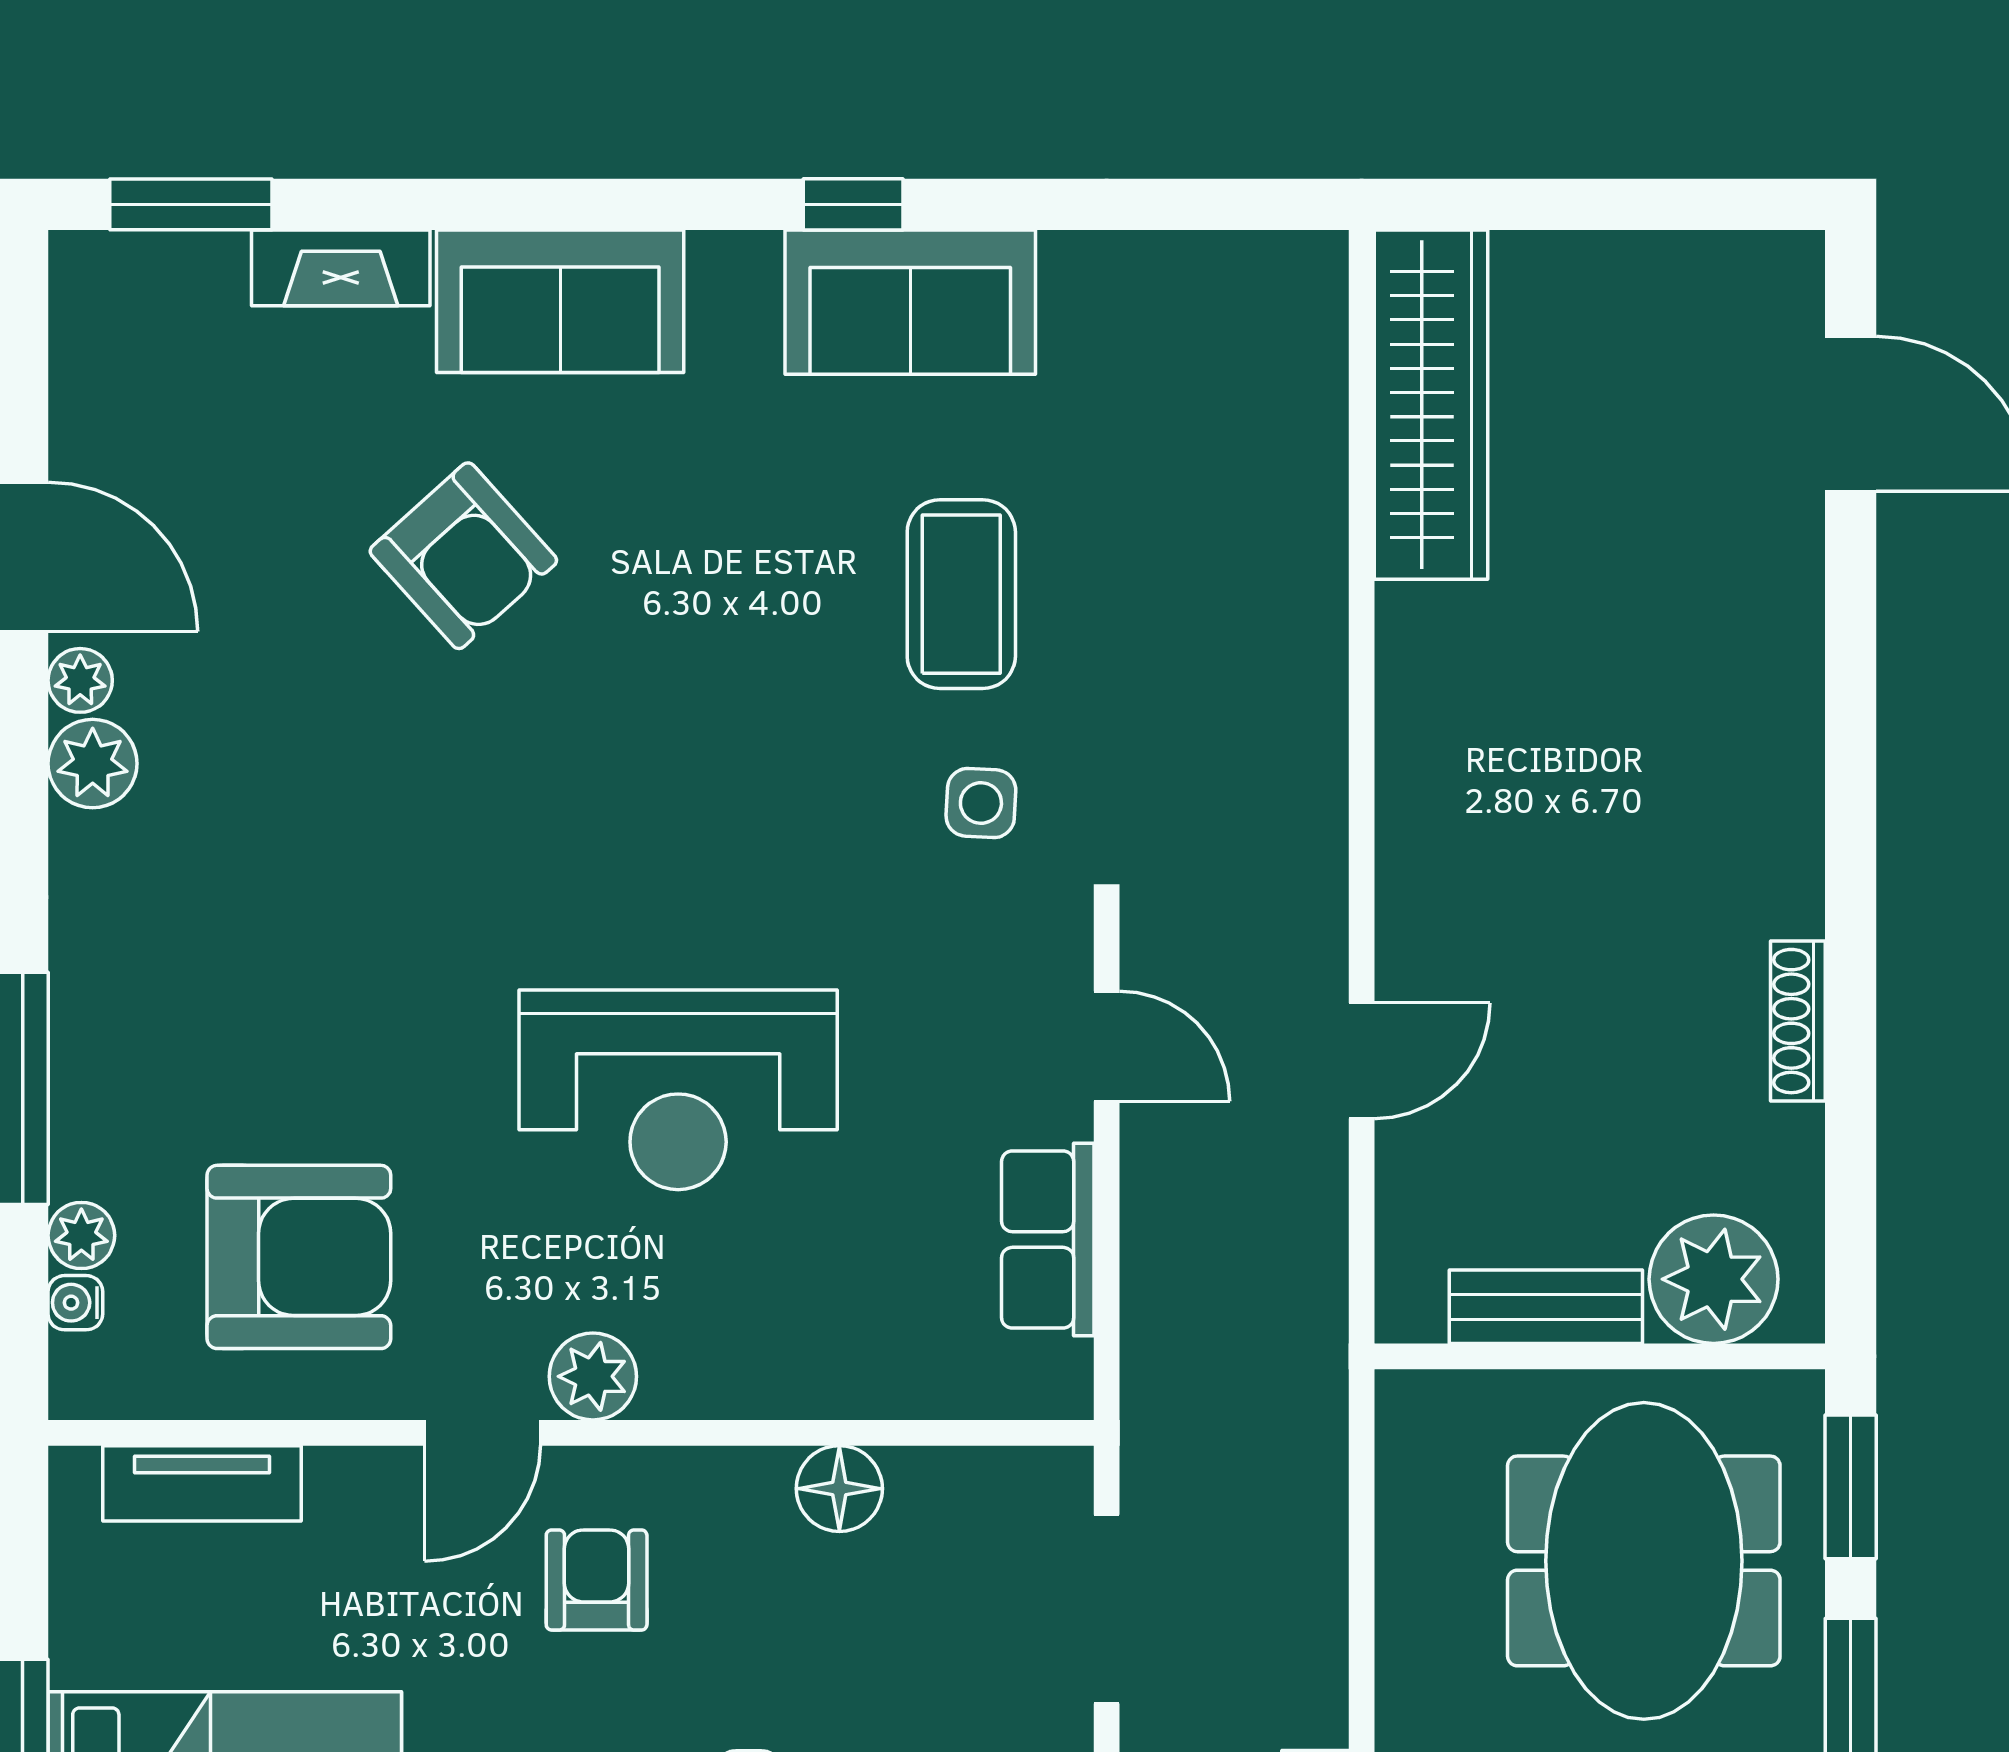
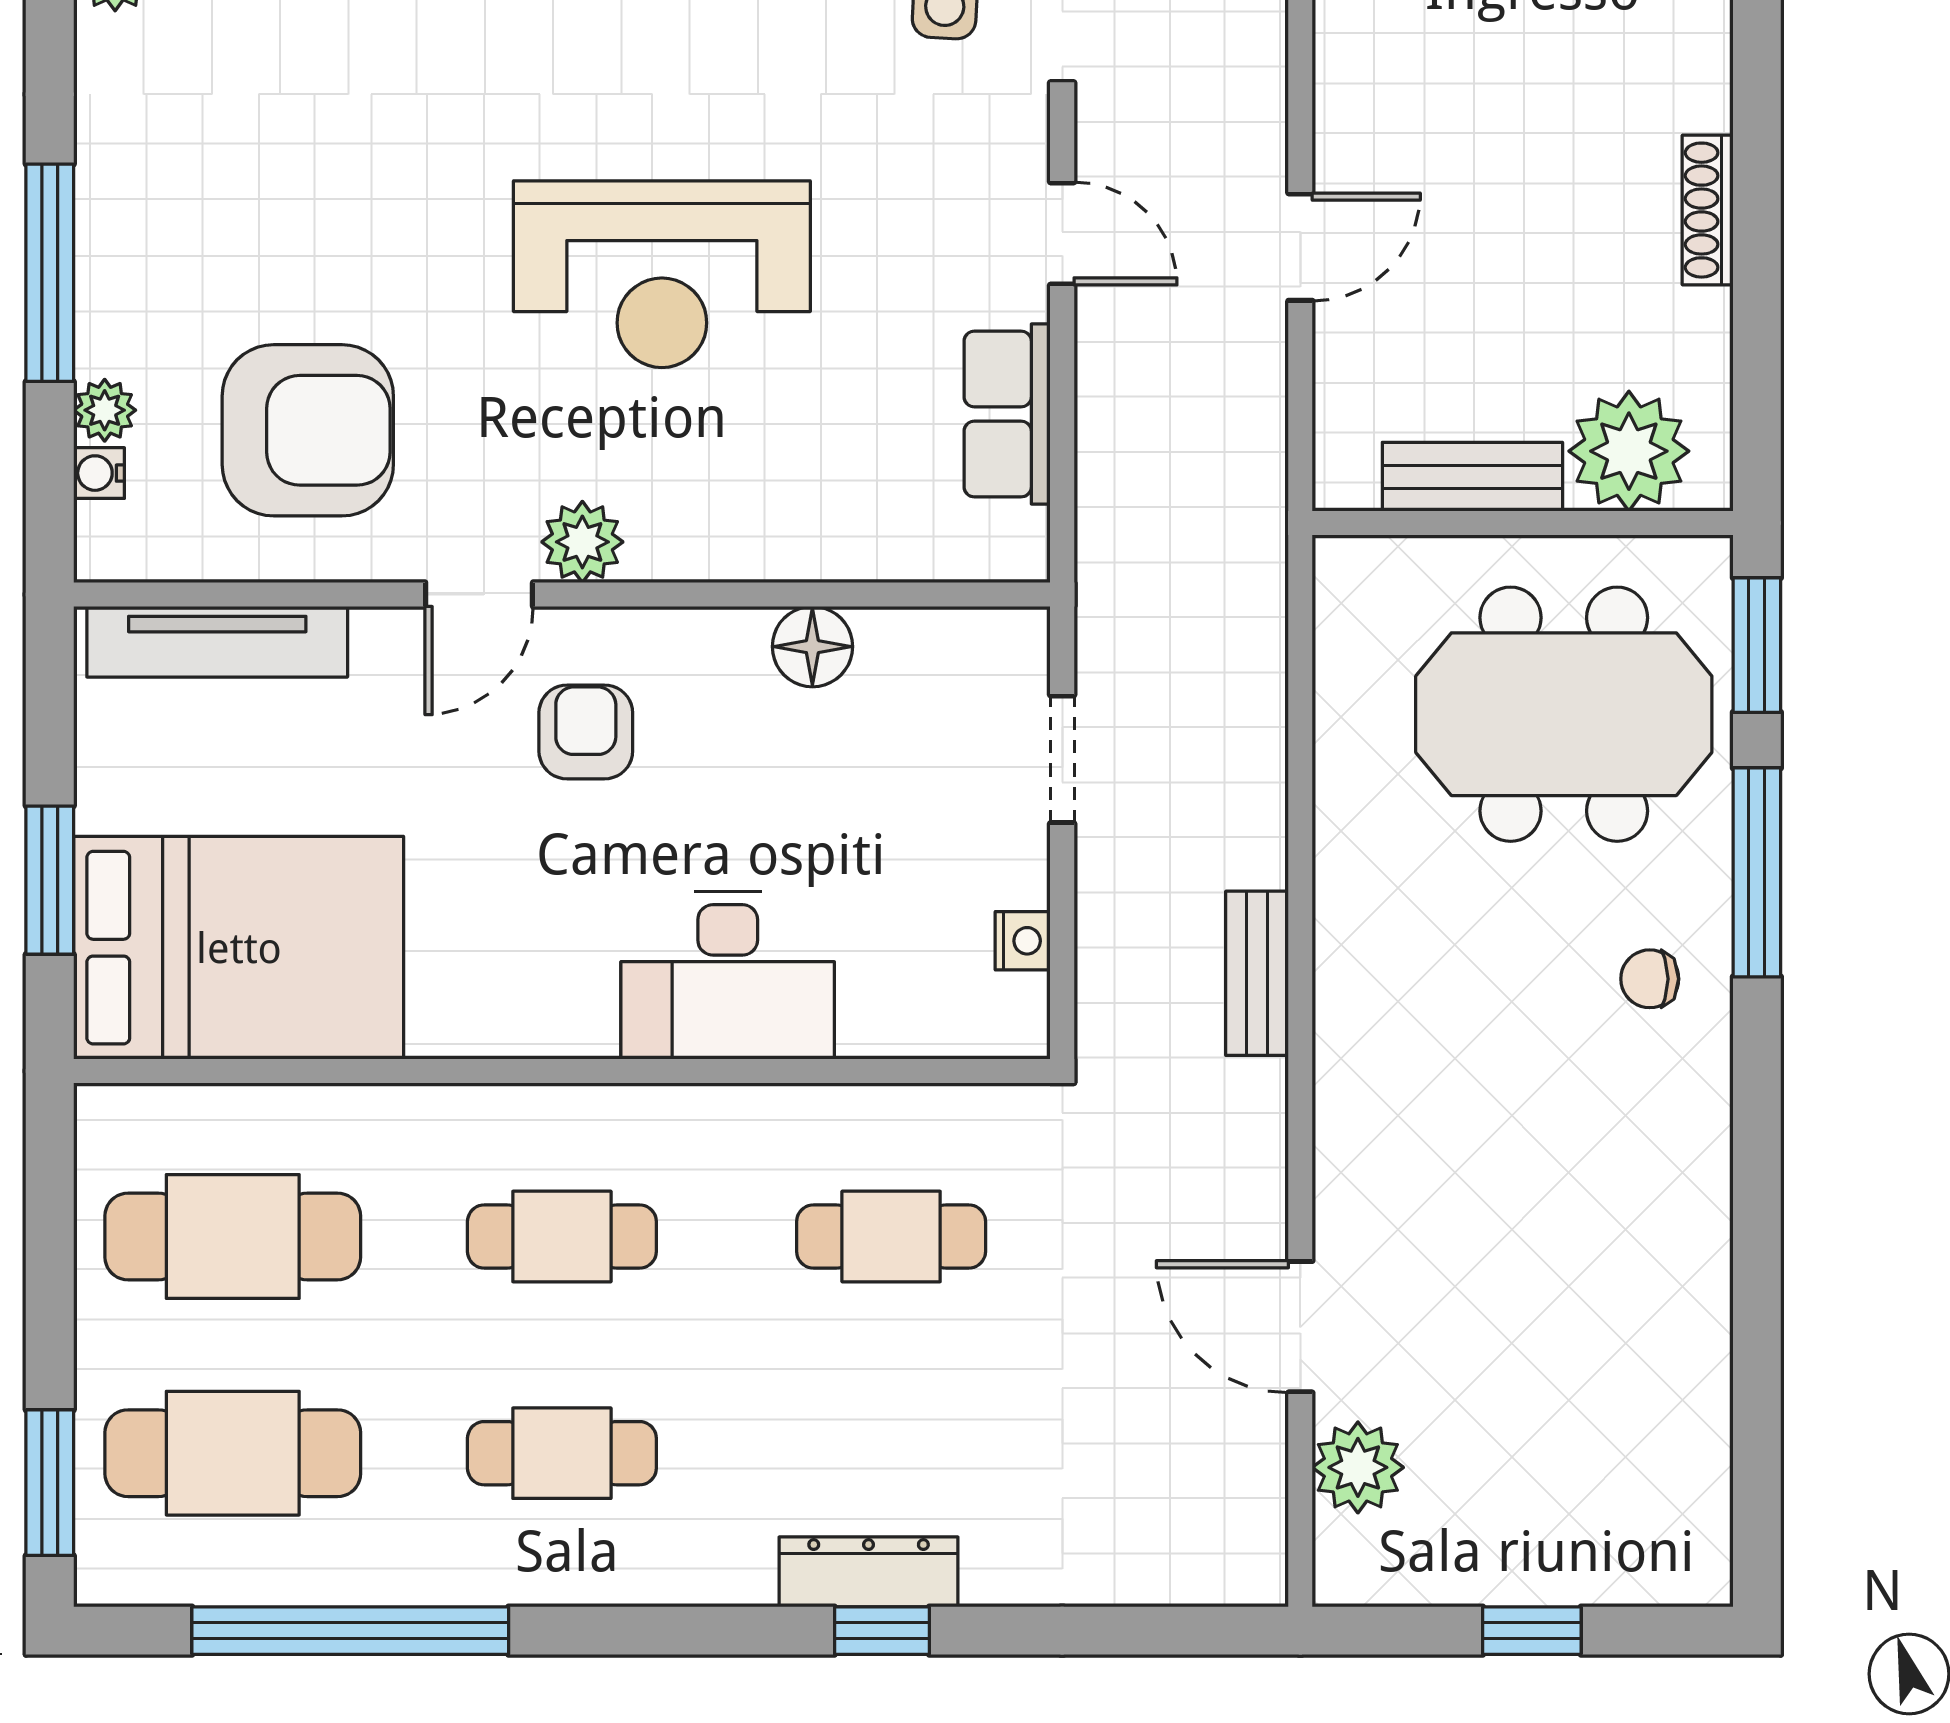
tv unit: (202, 1483) -> (217, 642), width x1.41
meeting table: (1644, 1561) -> (1564, 714), turned 90
doorway: (1107, 1609) -> (1062, 759), width x0.73

